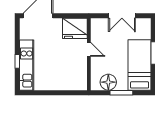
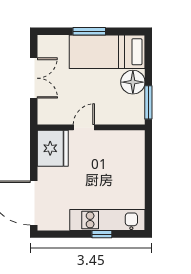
floor lamp: (108, 82) -> (133, 82), moved
window: (121, 93) -> (148, 102), moved

